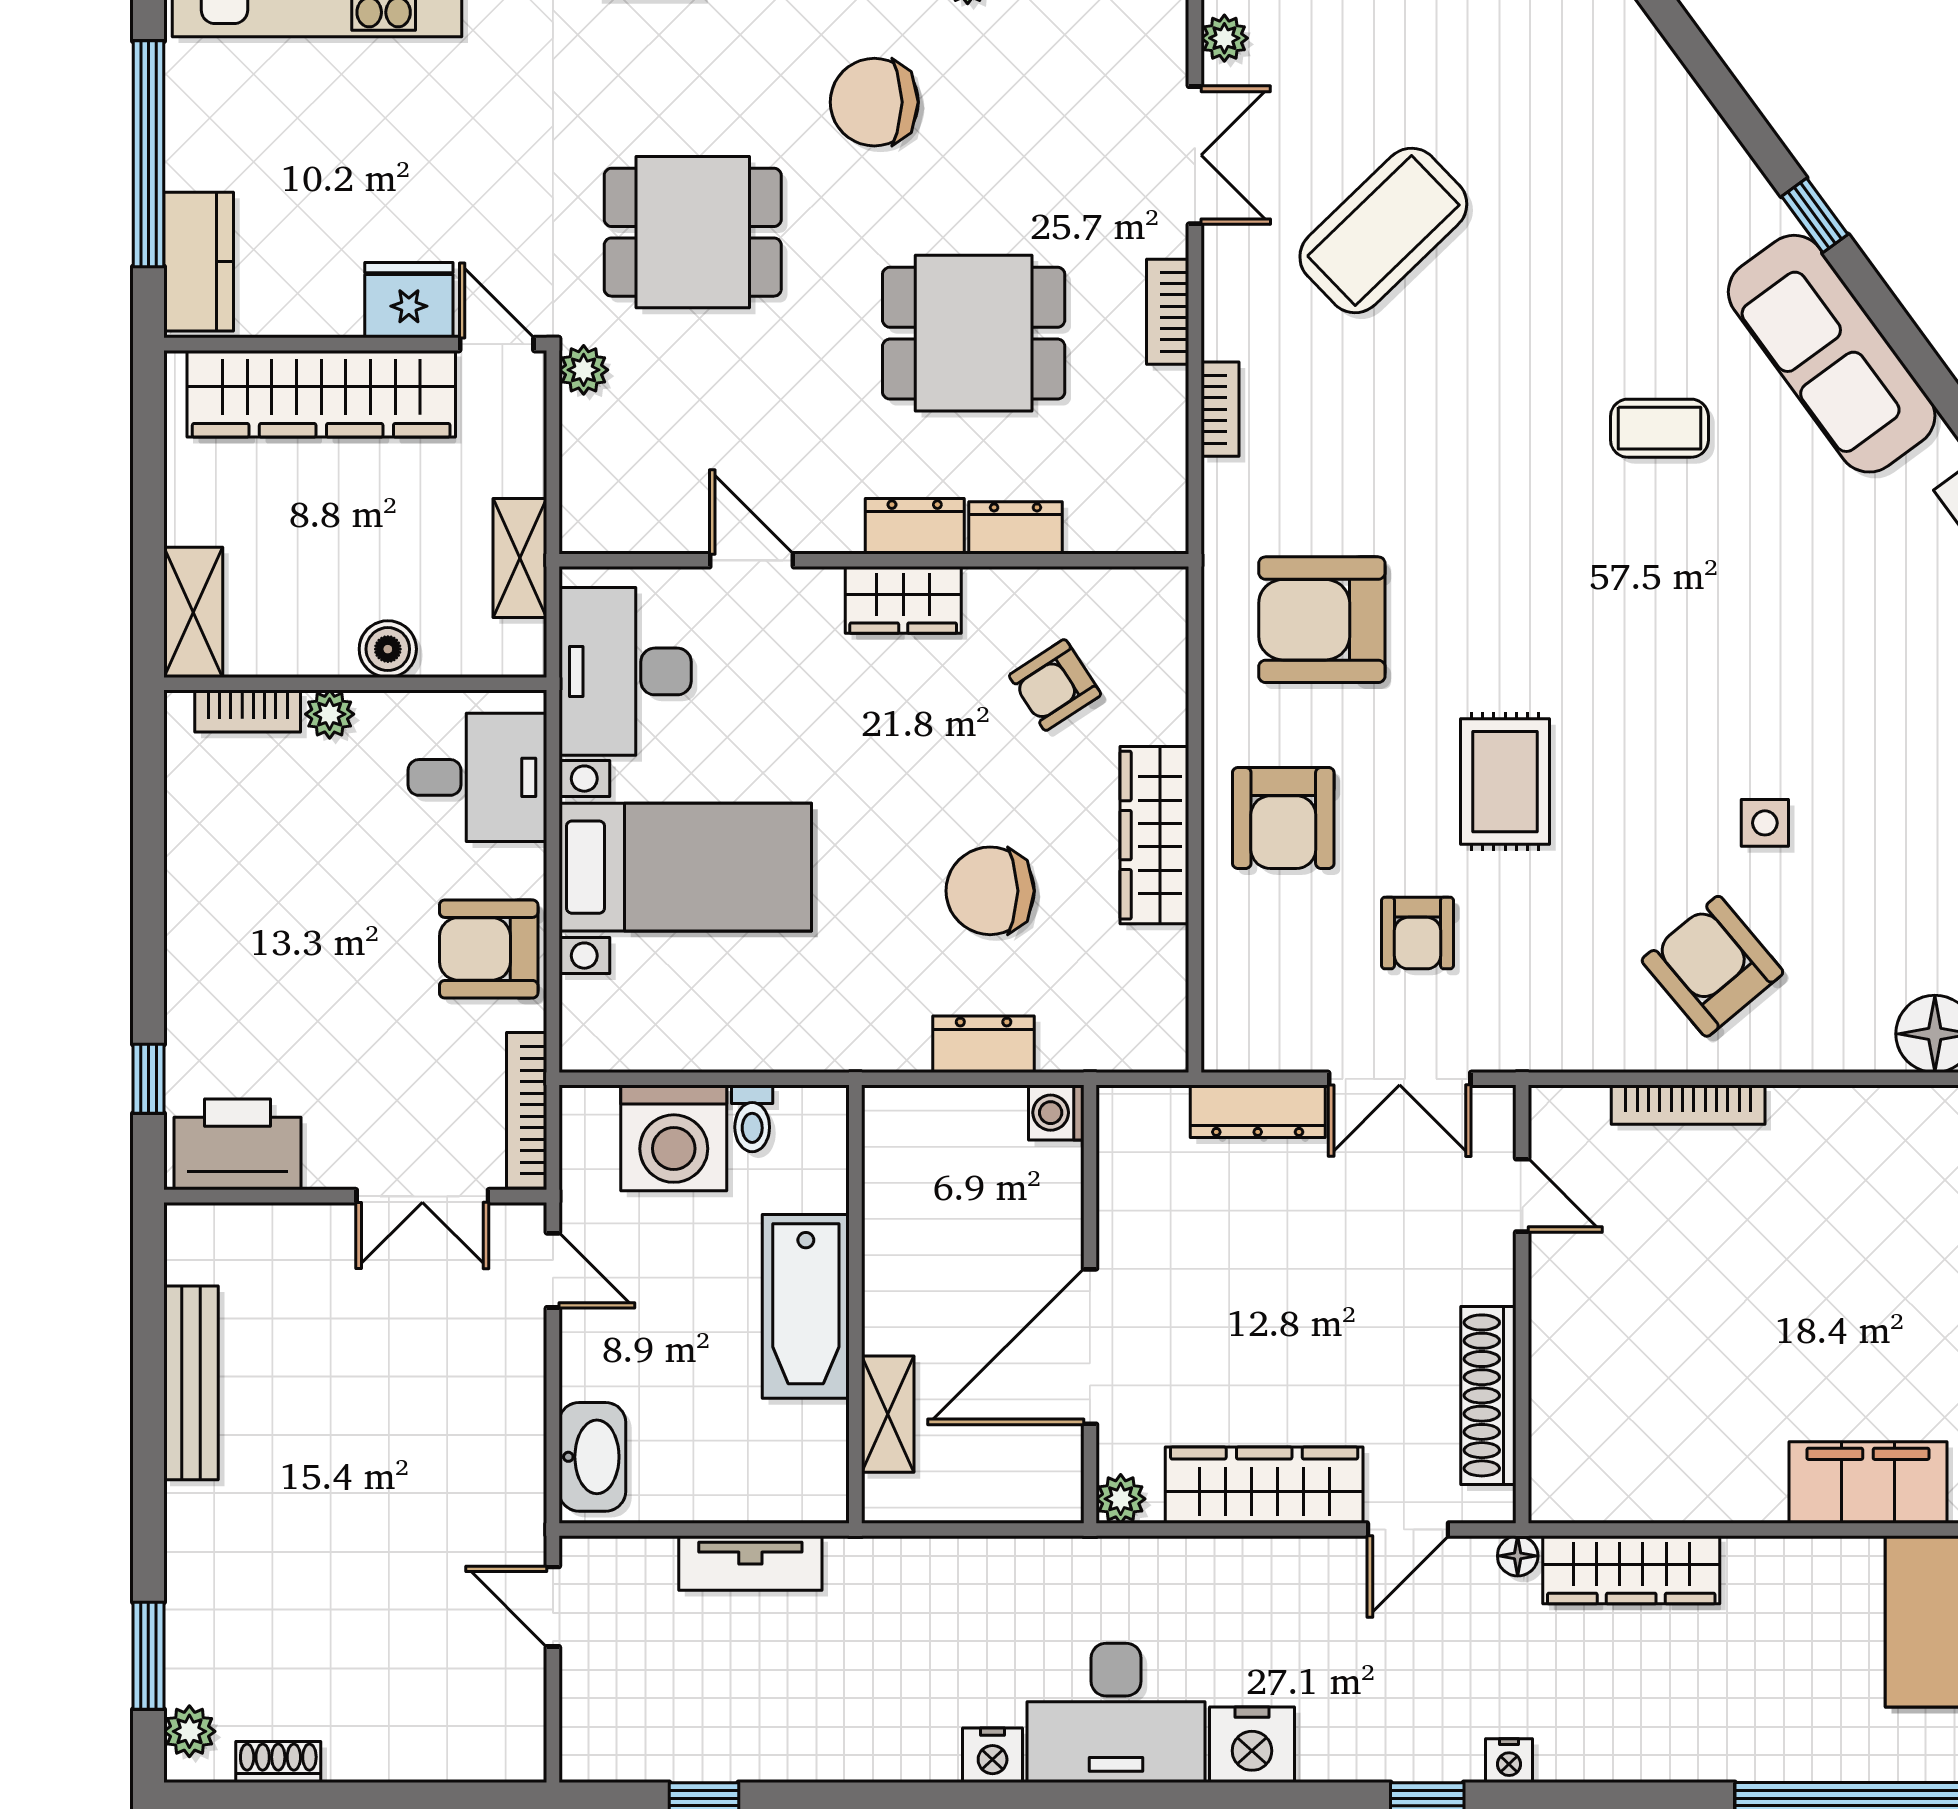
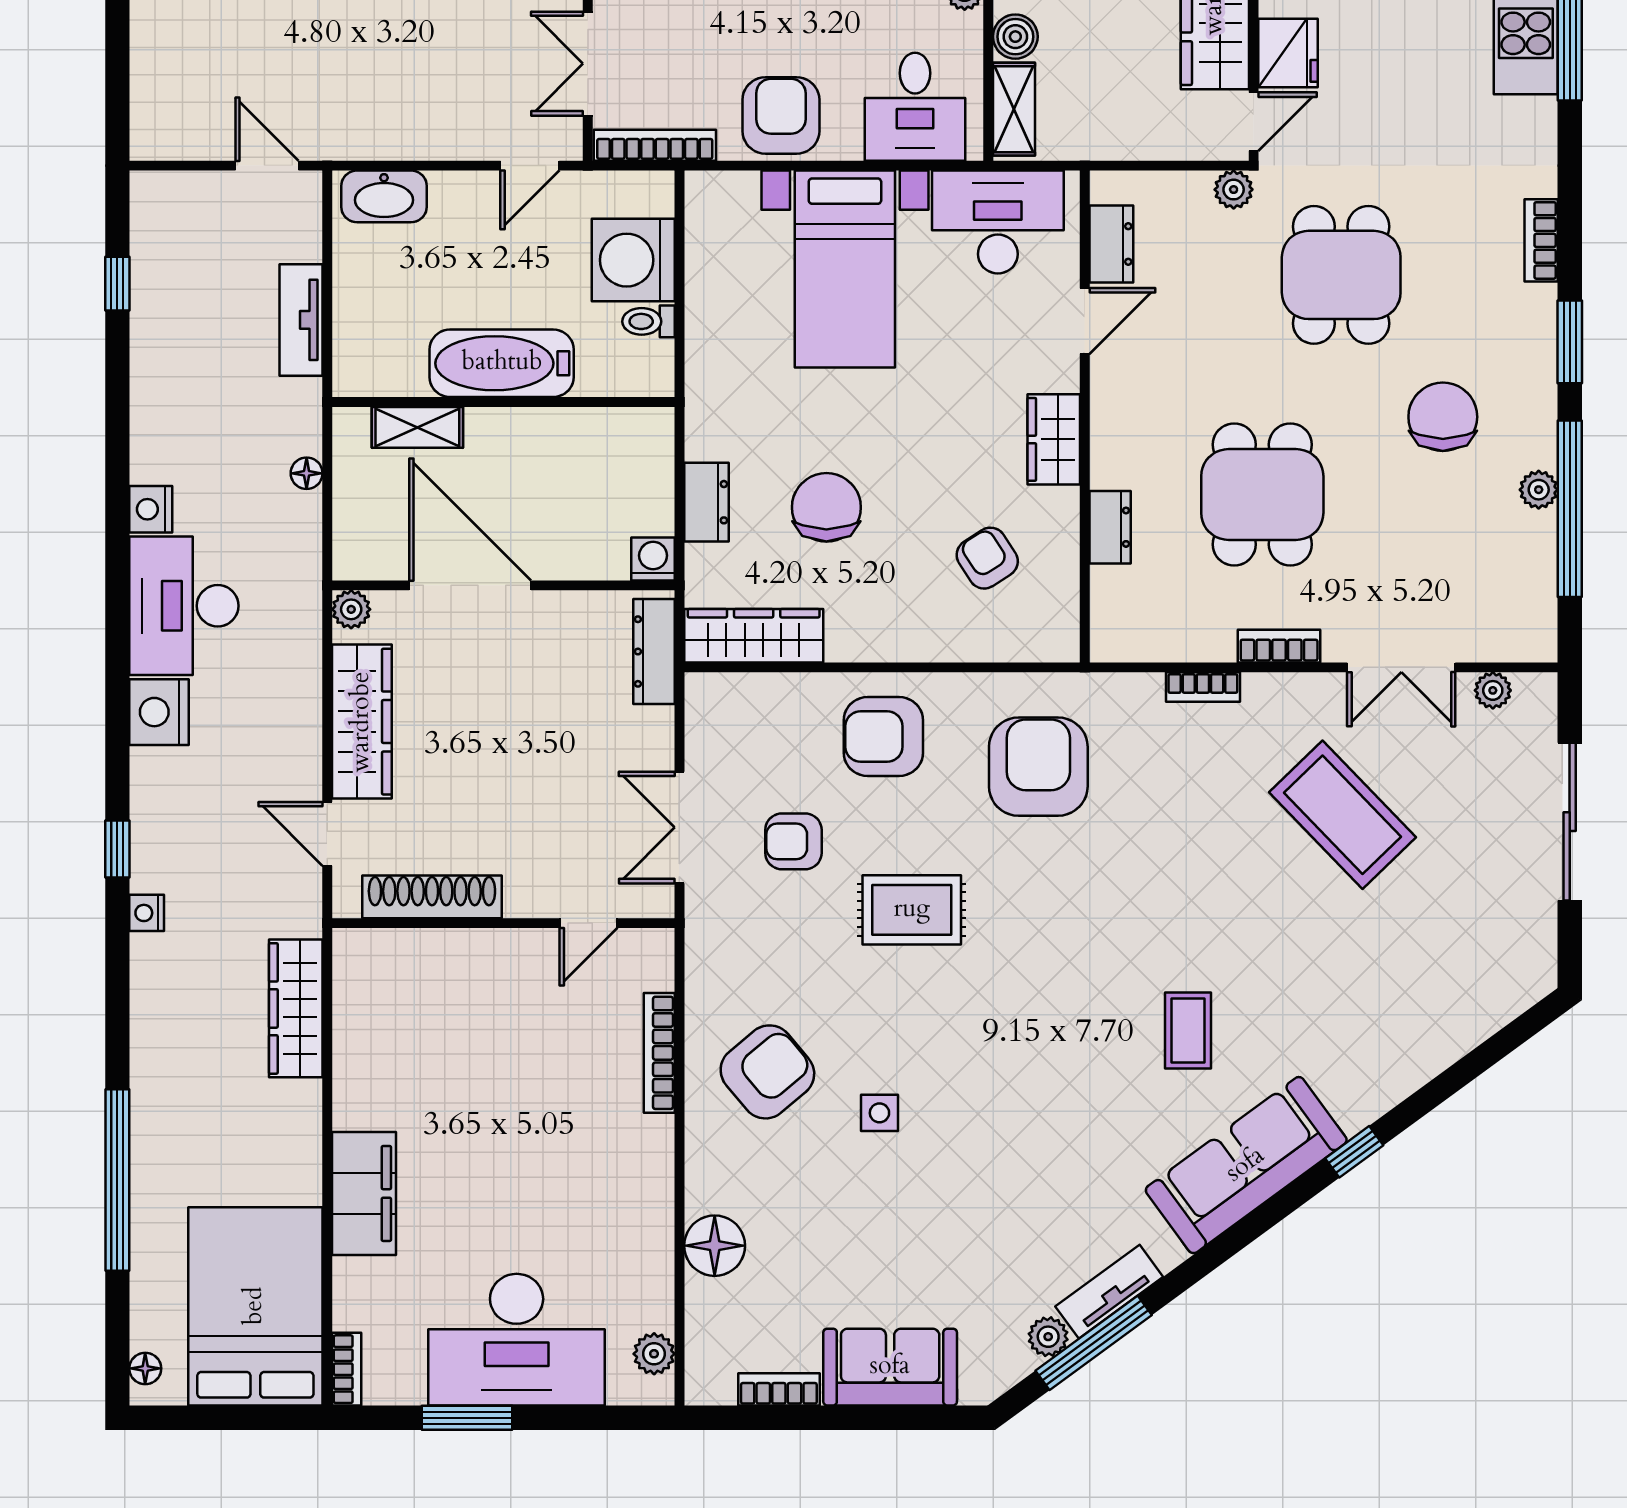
dresser: (915, 526) -> (1111, 244), moved
shelving: (520, 558) -> (1014, 109), moved, turned 90
wardrobe: (1154, 835) -> (754, 636), moved
dresser: (1258, 1111) -> (654, 652), moved
floor lamp: (1518, 1556) -> (307, 473), moved
door: (553, 1607) -> (267, 166), hinge flipped

